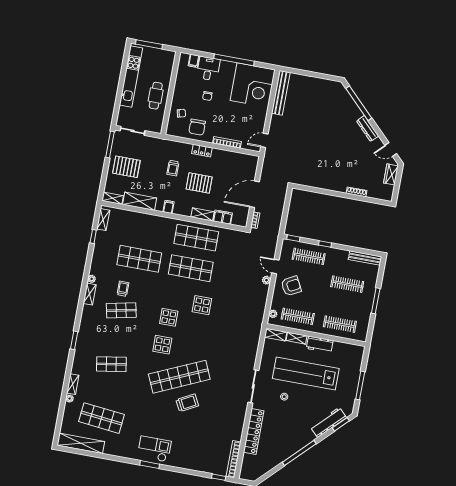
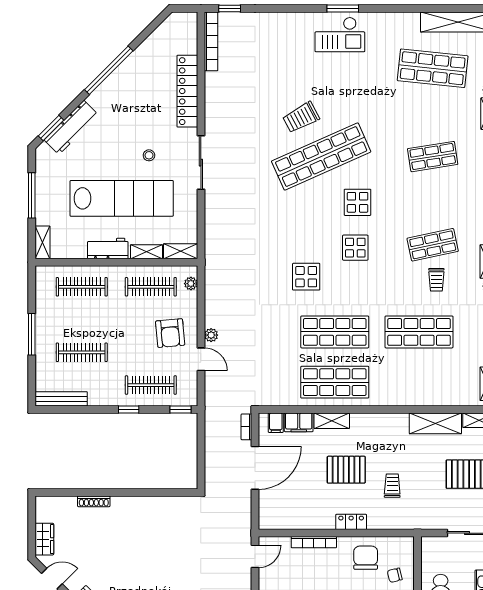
filing cabinet: (168, 207) -> (276, 423), moved
armchair: (291, 286) -> (170, 333), turned -67
shelving: (359, 356) -> (42, 242), added

